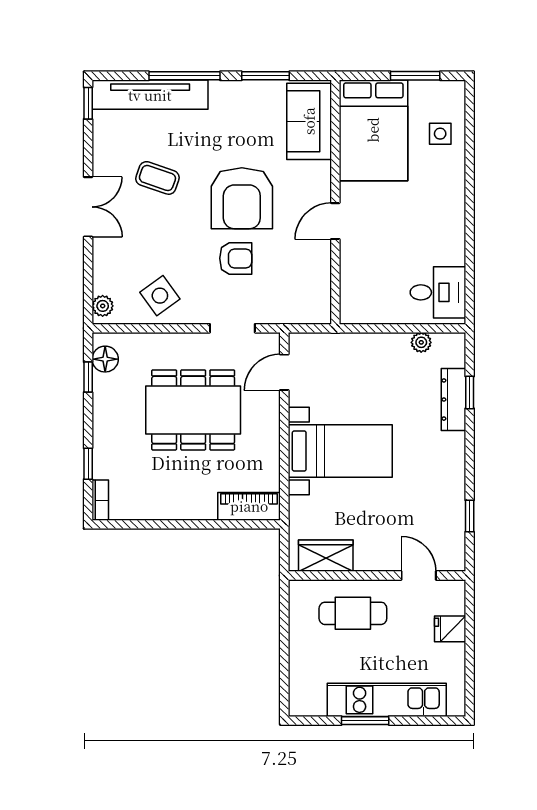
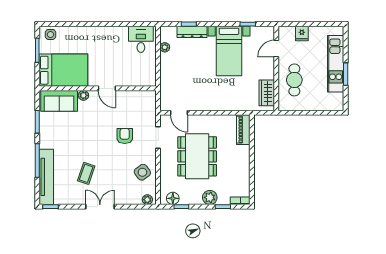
side table: (440, 134) -> (51, 34), moved
plant: (321, 172) -> (83, 95), added
armchair: (242, 198) -> (96, 133), removed
plant: (107, 437) -> (210, 197), added
bed with nightstands: (340, 451) -> (229, 51), moved, turned 180

